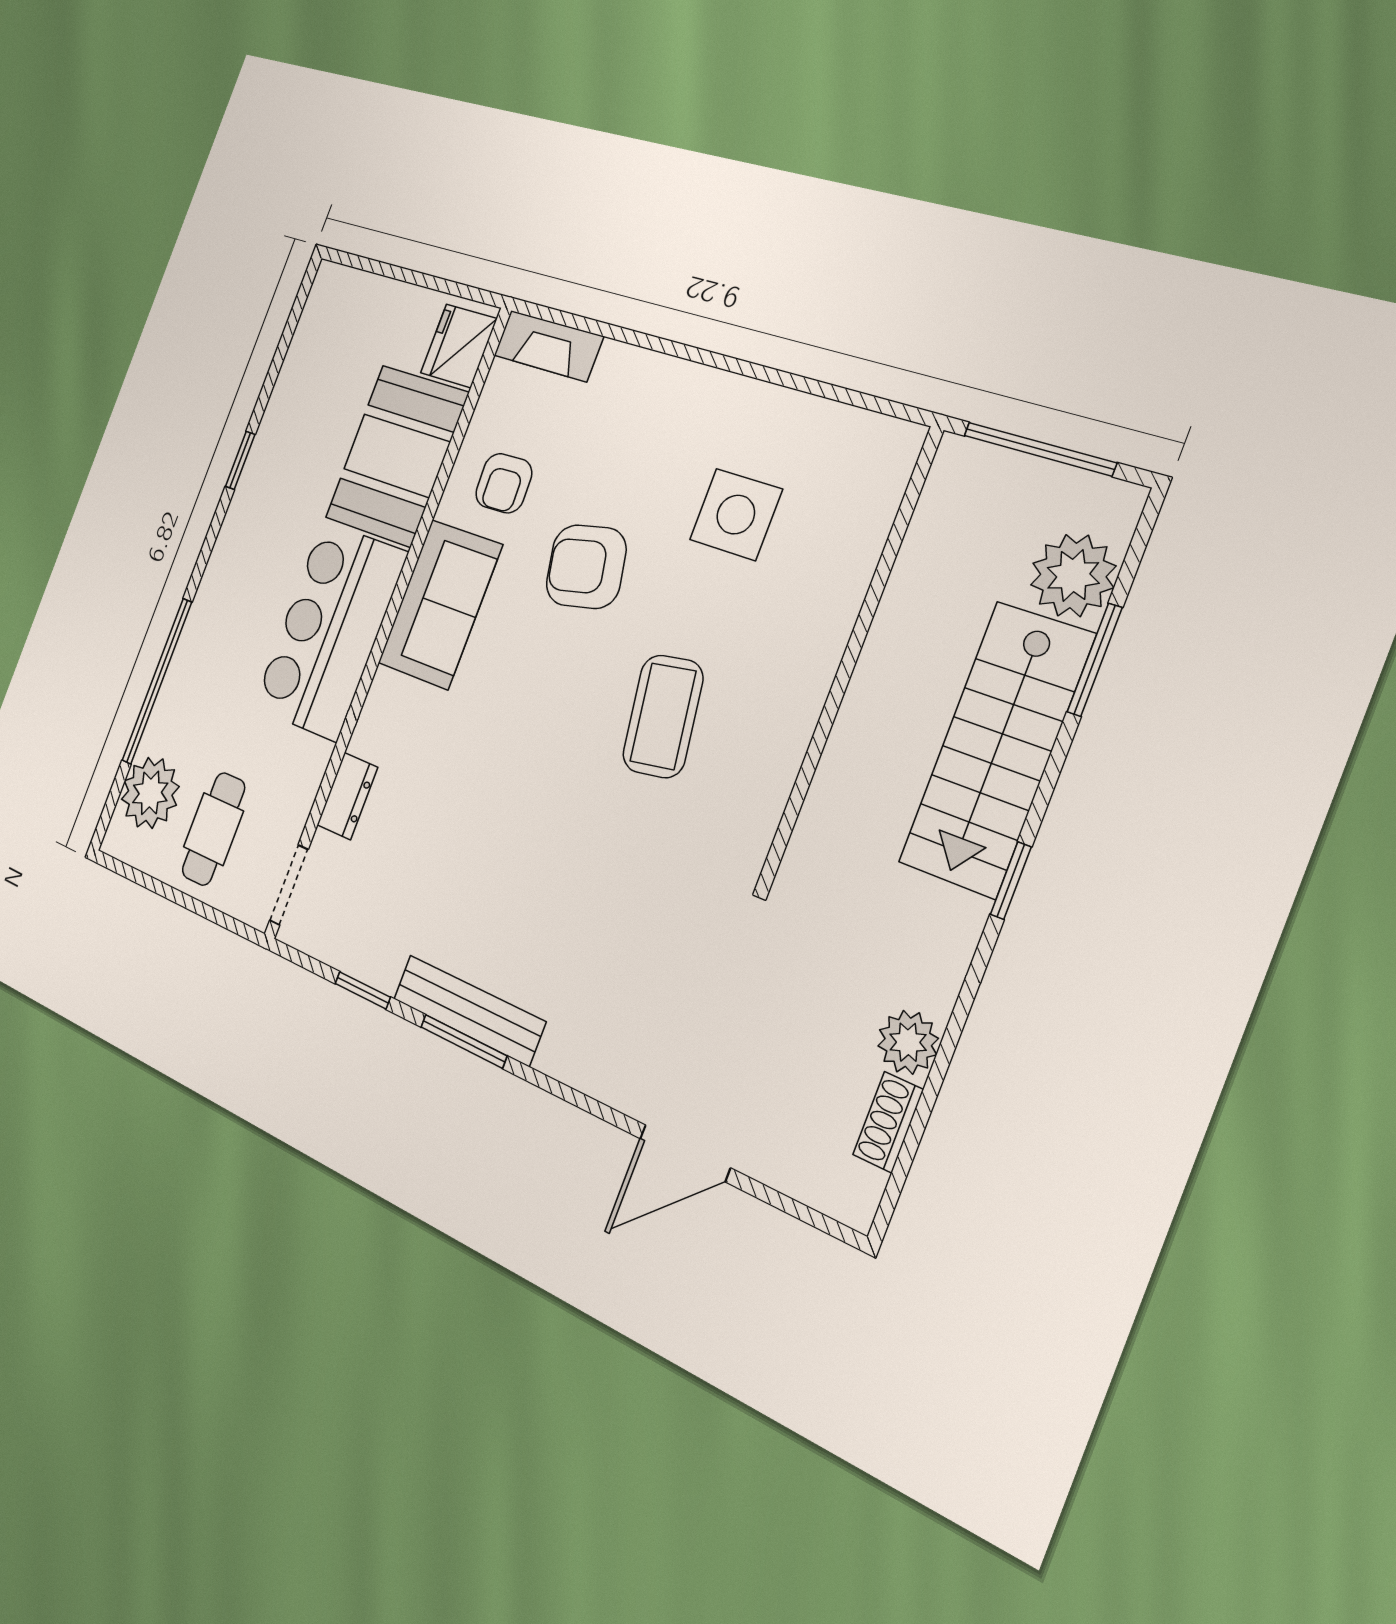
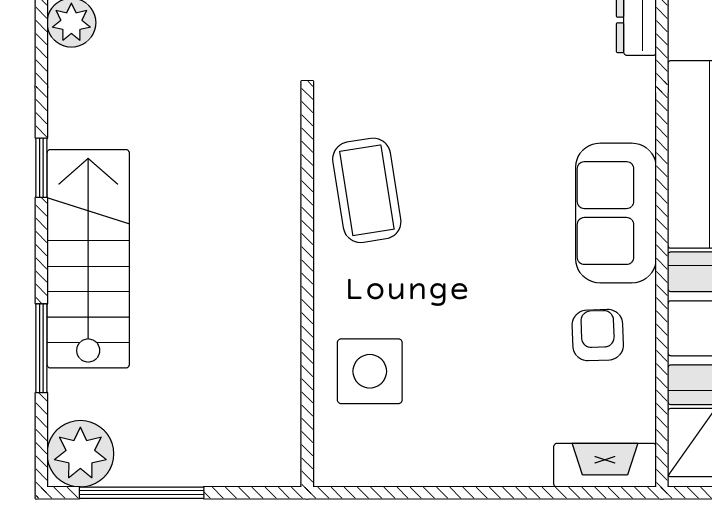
armchair: (586, 567) -> (488, 288), removed
plant: (1073, 575) -> (80, 454), moved
wall: (851, 656) -> (307, 290), moved

